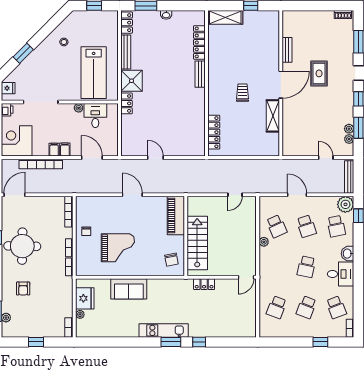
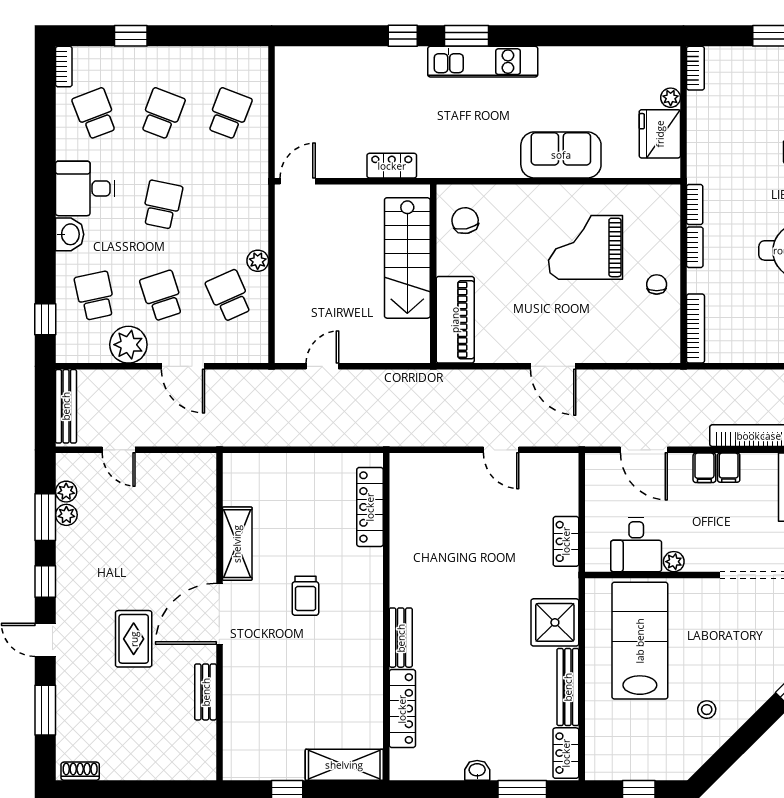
locker: (127, 103) -> (566, 541), moved
plant: (345, 204) -> (128, 345), moved

